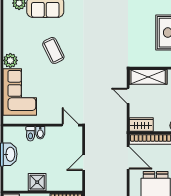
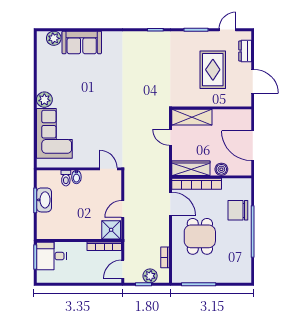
coffee table: (53, 50) -> (90, 89), removed
wardrobe: (141, 125) -> (191, 168), width x1.50
shower: (37, 182) -> (111, 230), moved

